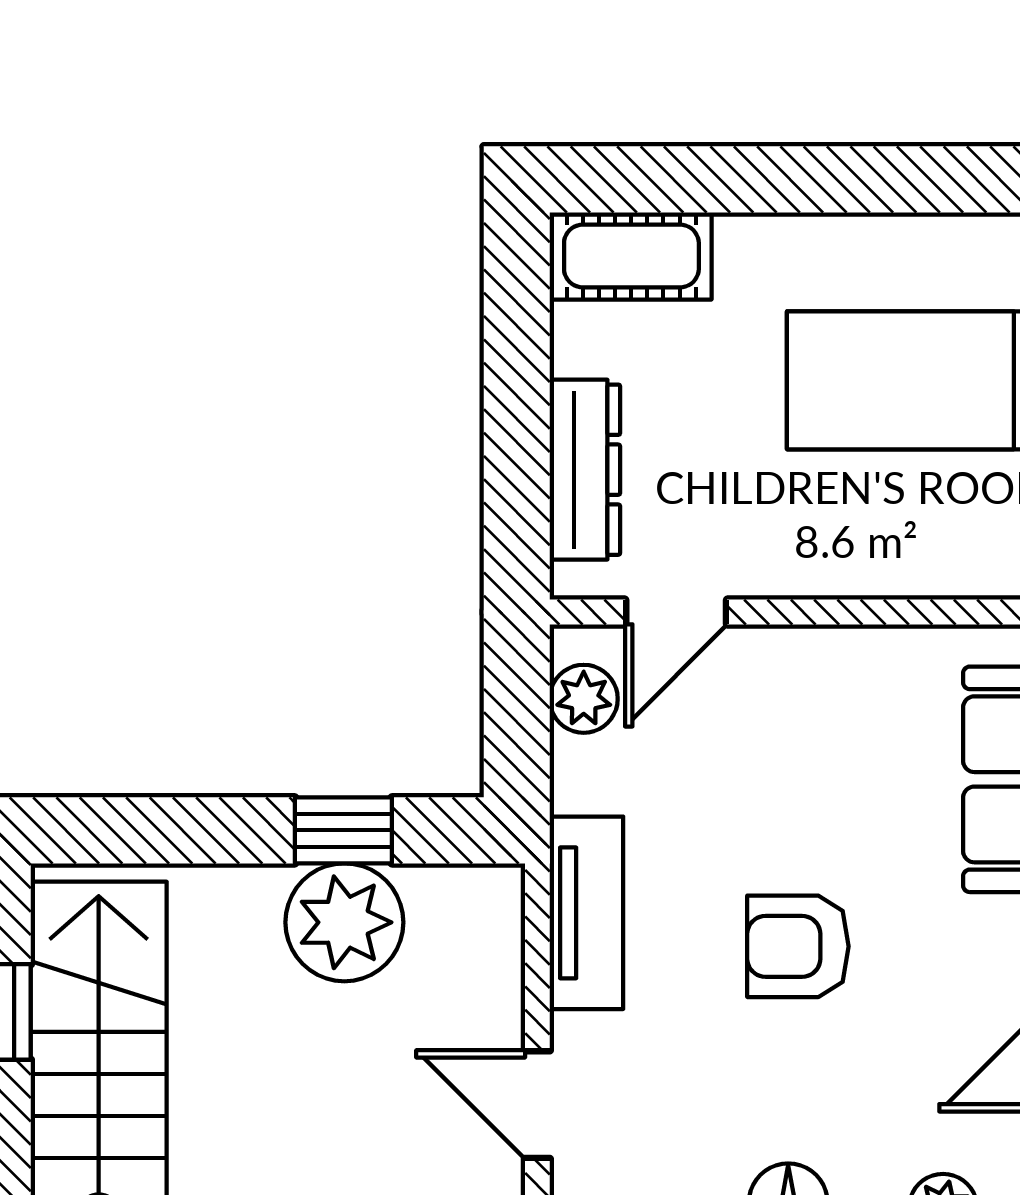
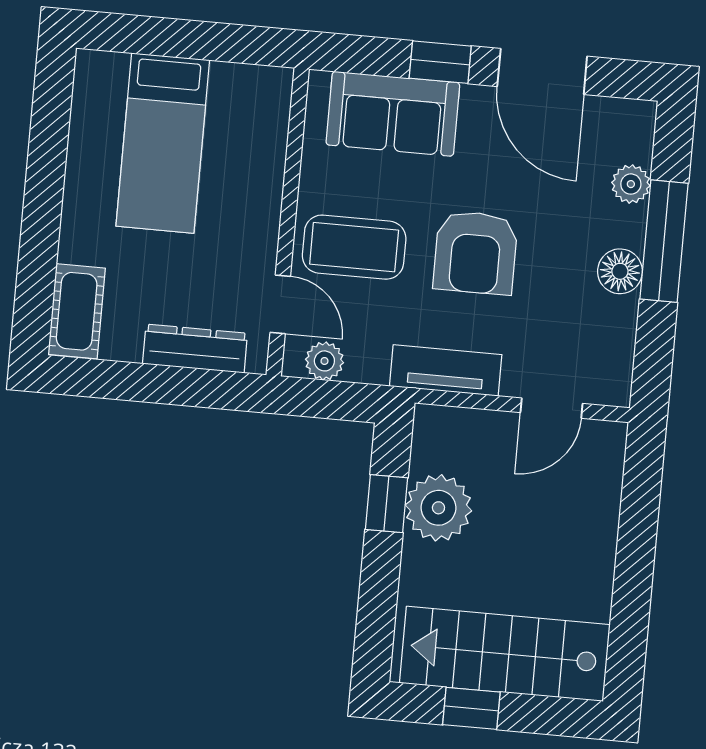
coffee table: (788, 733) -> (354, 247), added
armchair: (798, 946) -> (475, 253), width x1.38, depth x1.38

